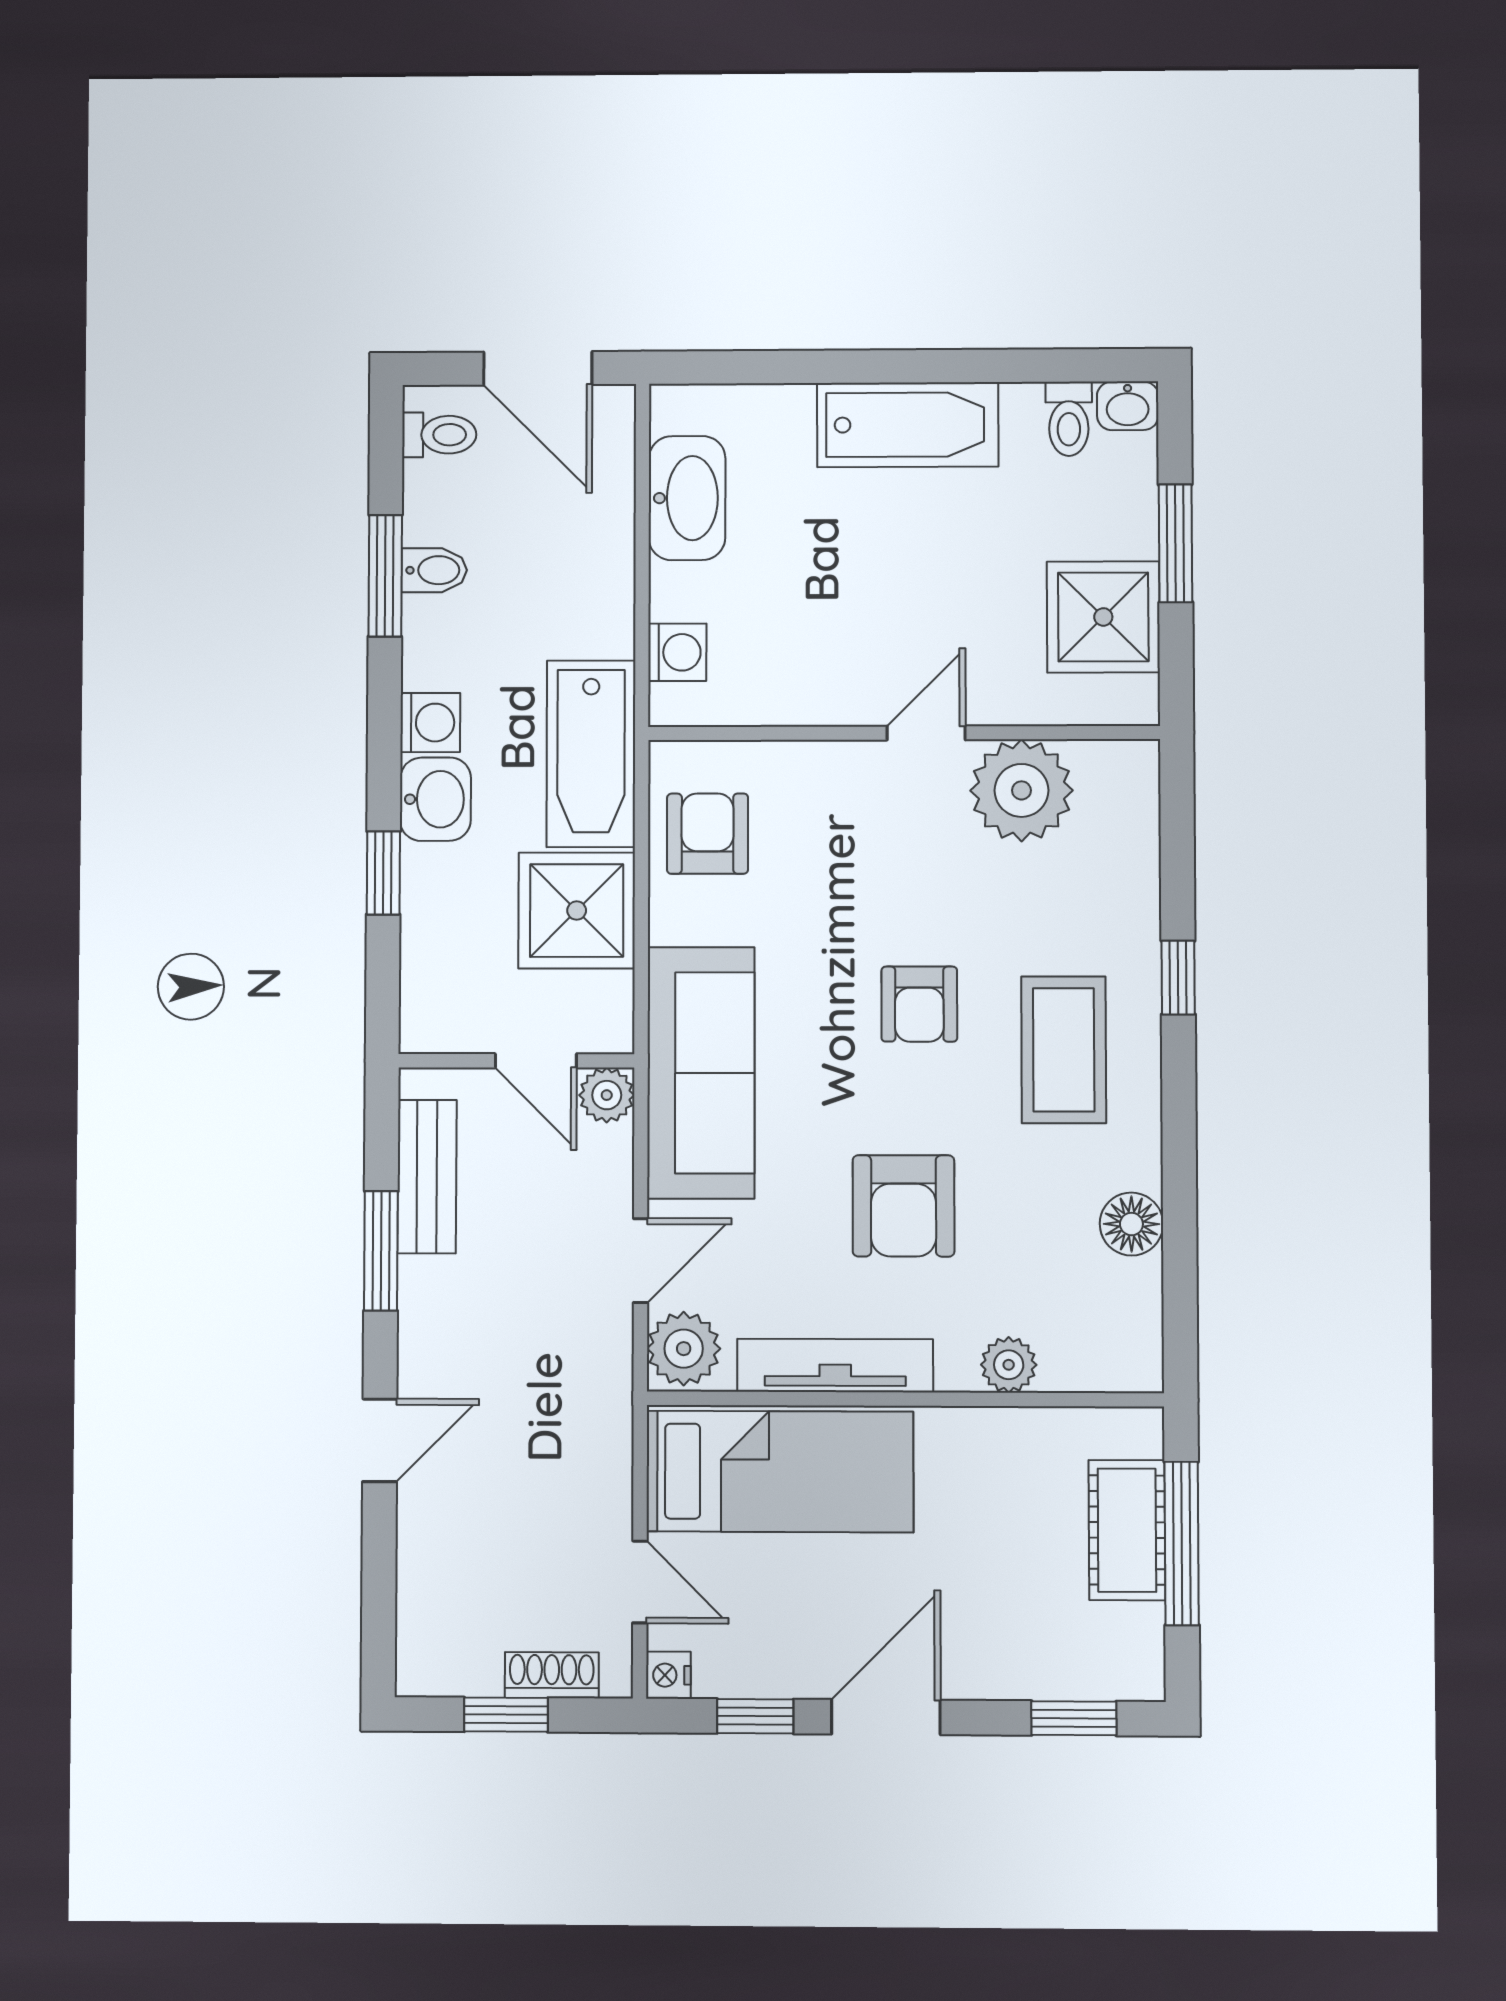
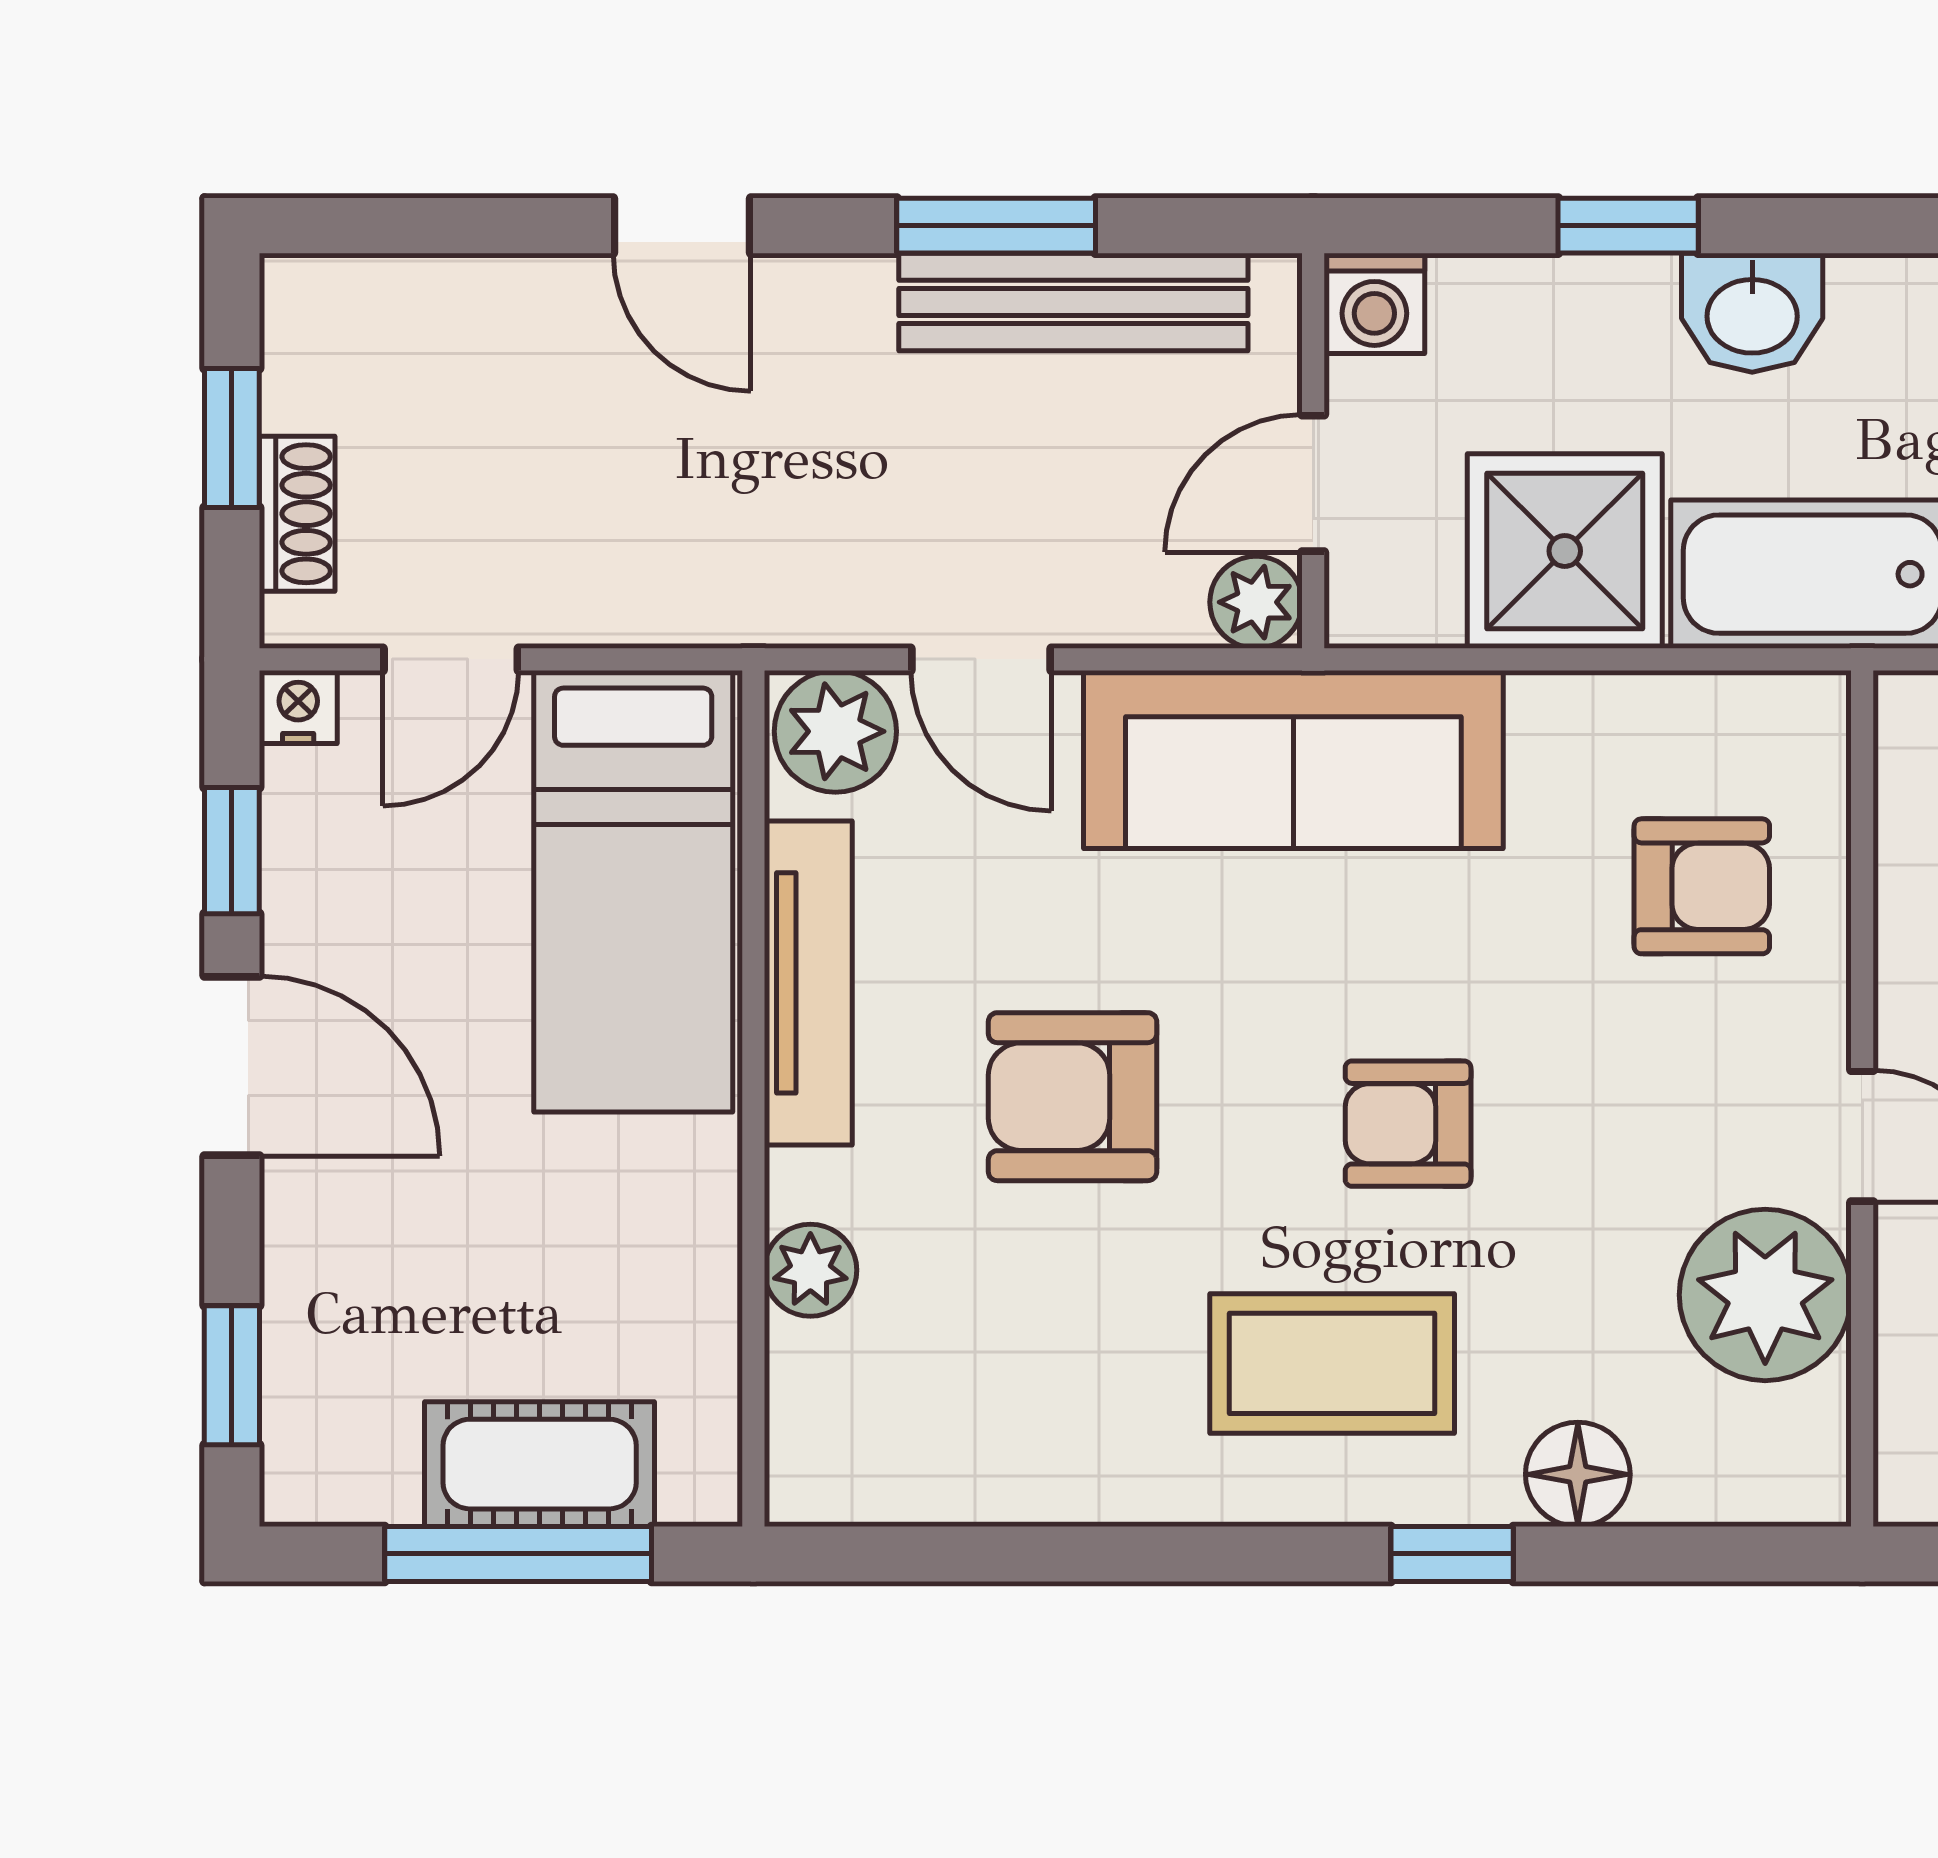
washing machine: (430, 723) -> (1374, 303), moved
armchair: (708, 834) -> (1702, 886), moved
bench: (427, 1177) -> (1073, 302), width x1.36
floor lamp: (1131, 1224) -> (1578, 1474), moved

